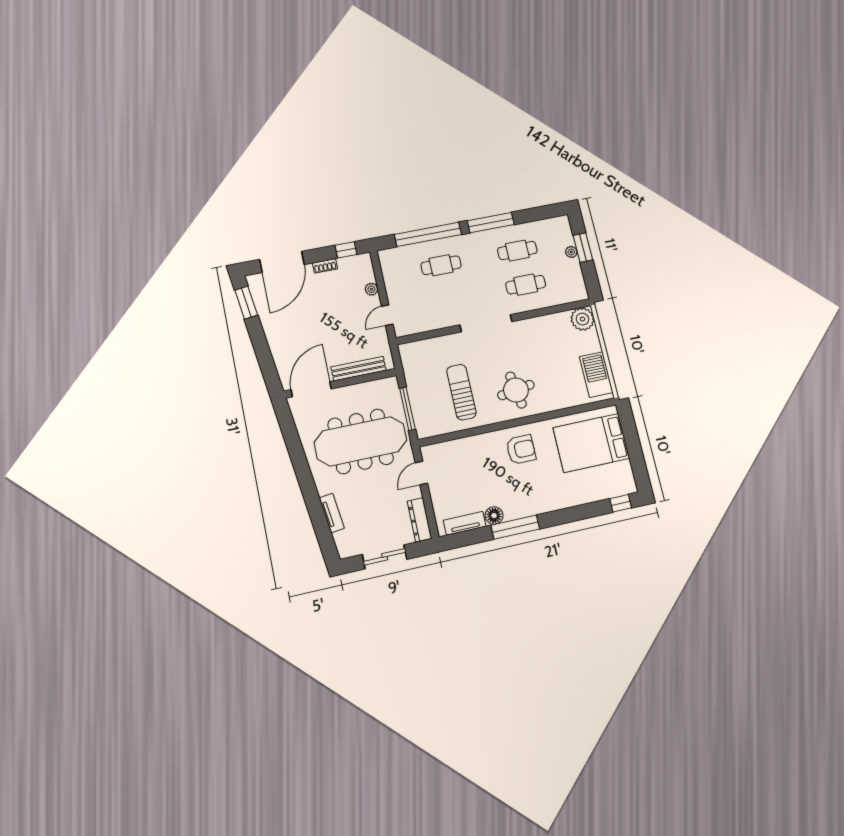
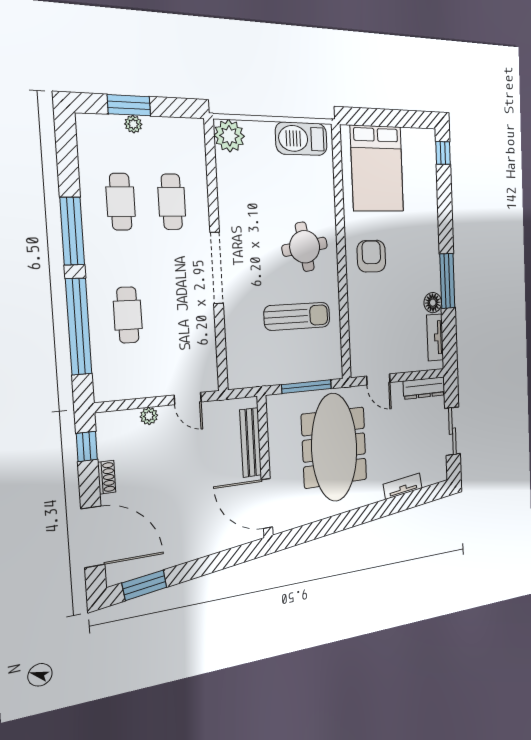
sun lounger: (461, 392) -> (297, 316), turned 180

